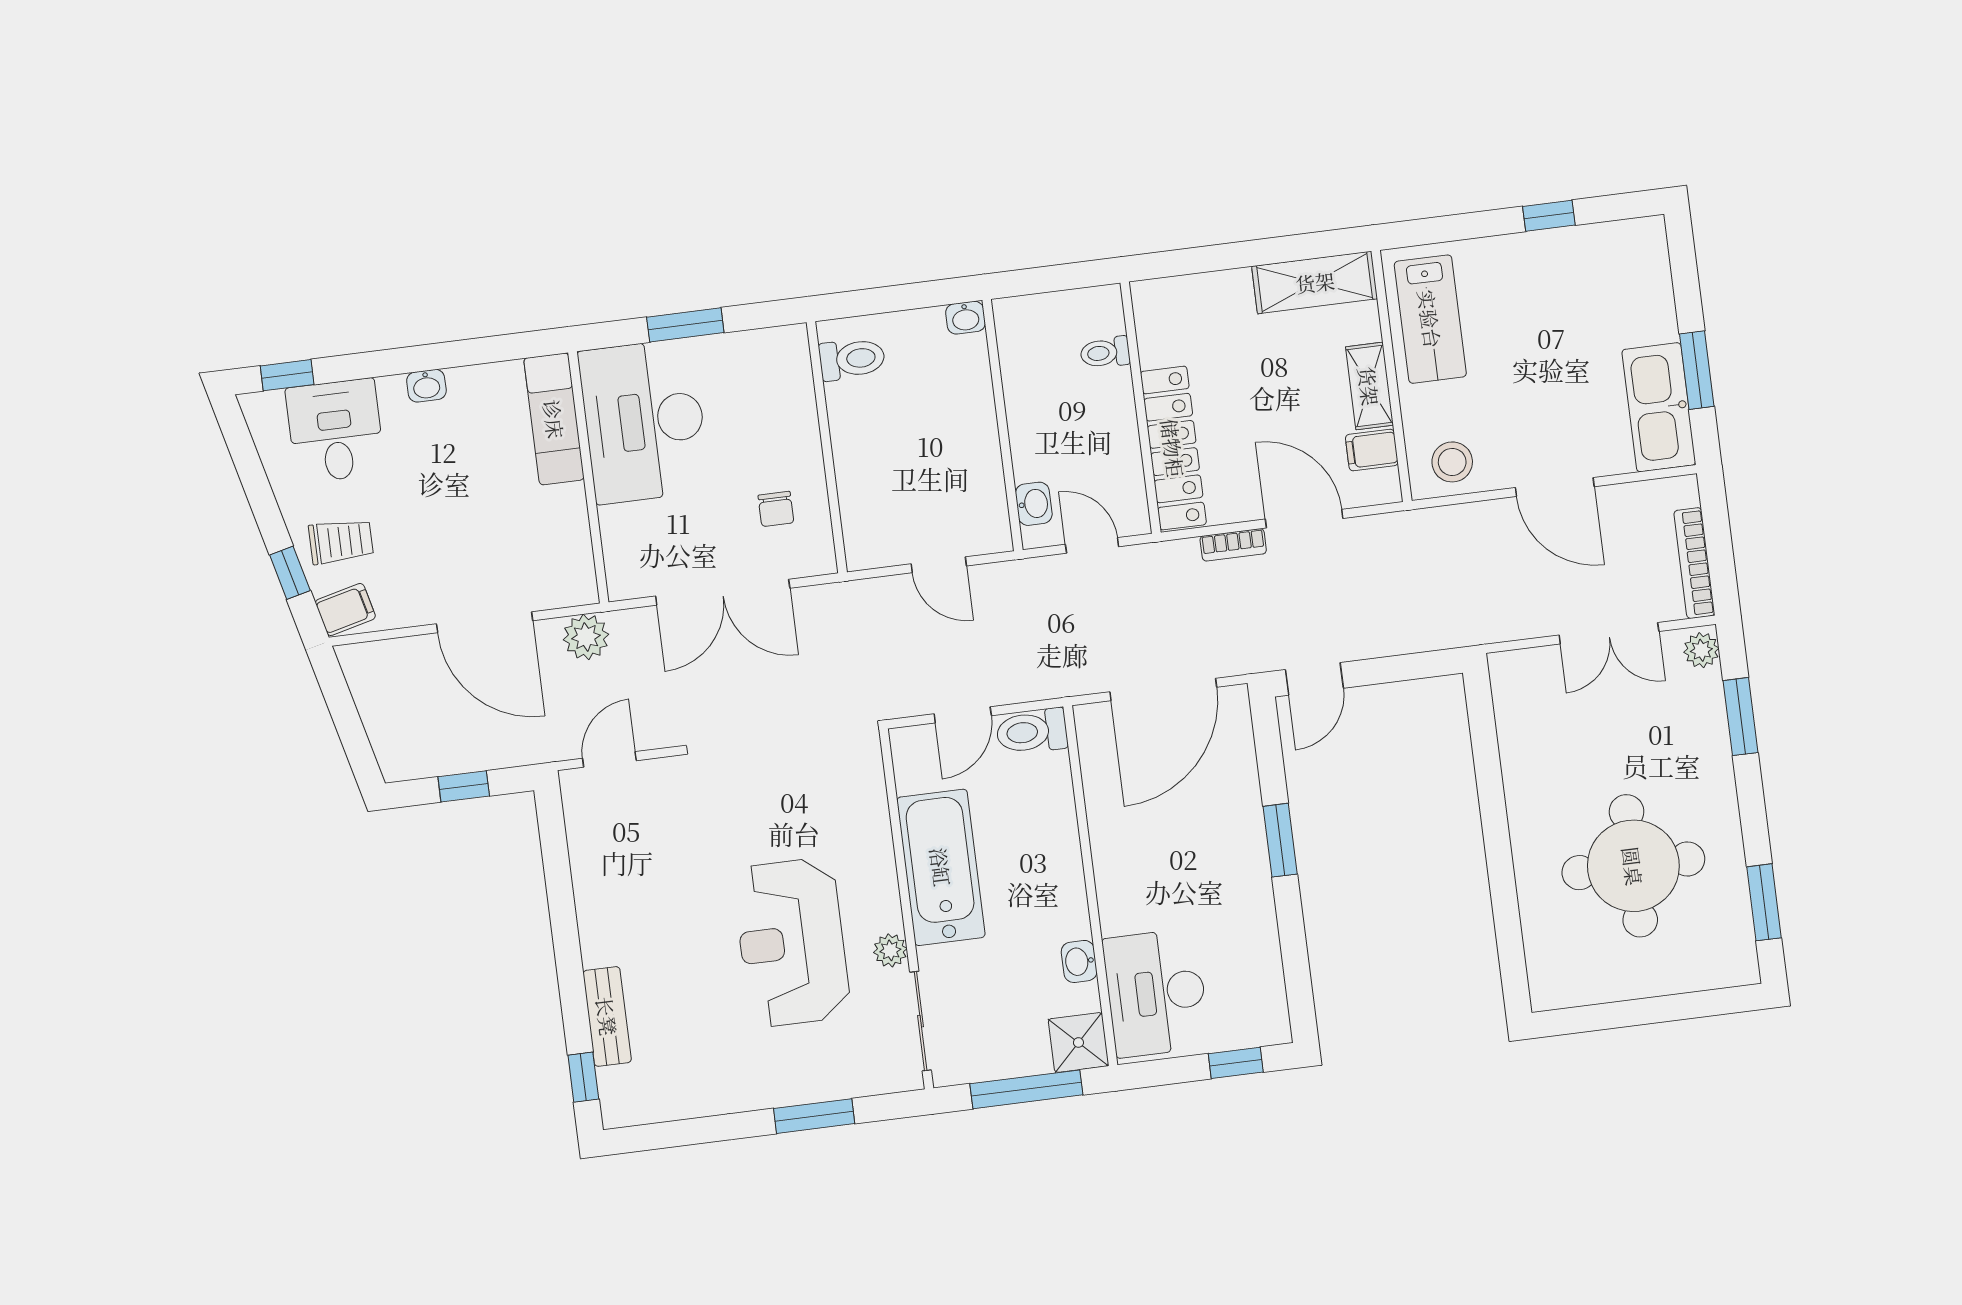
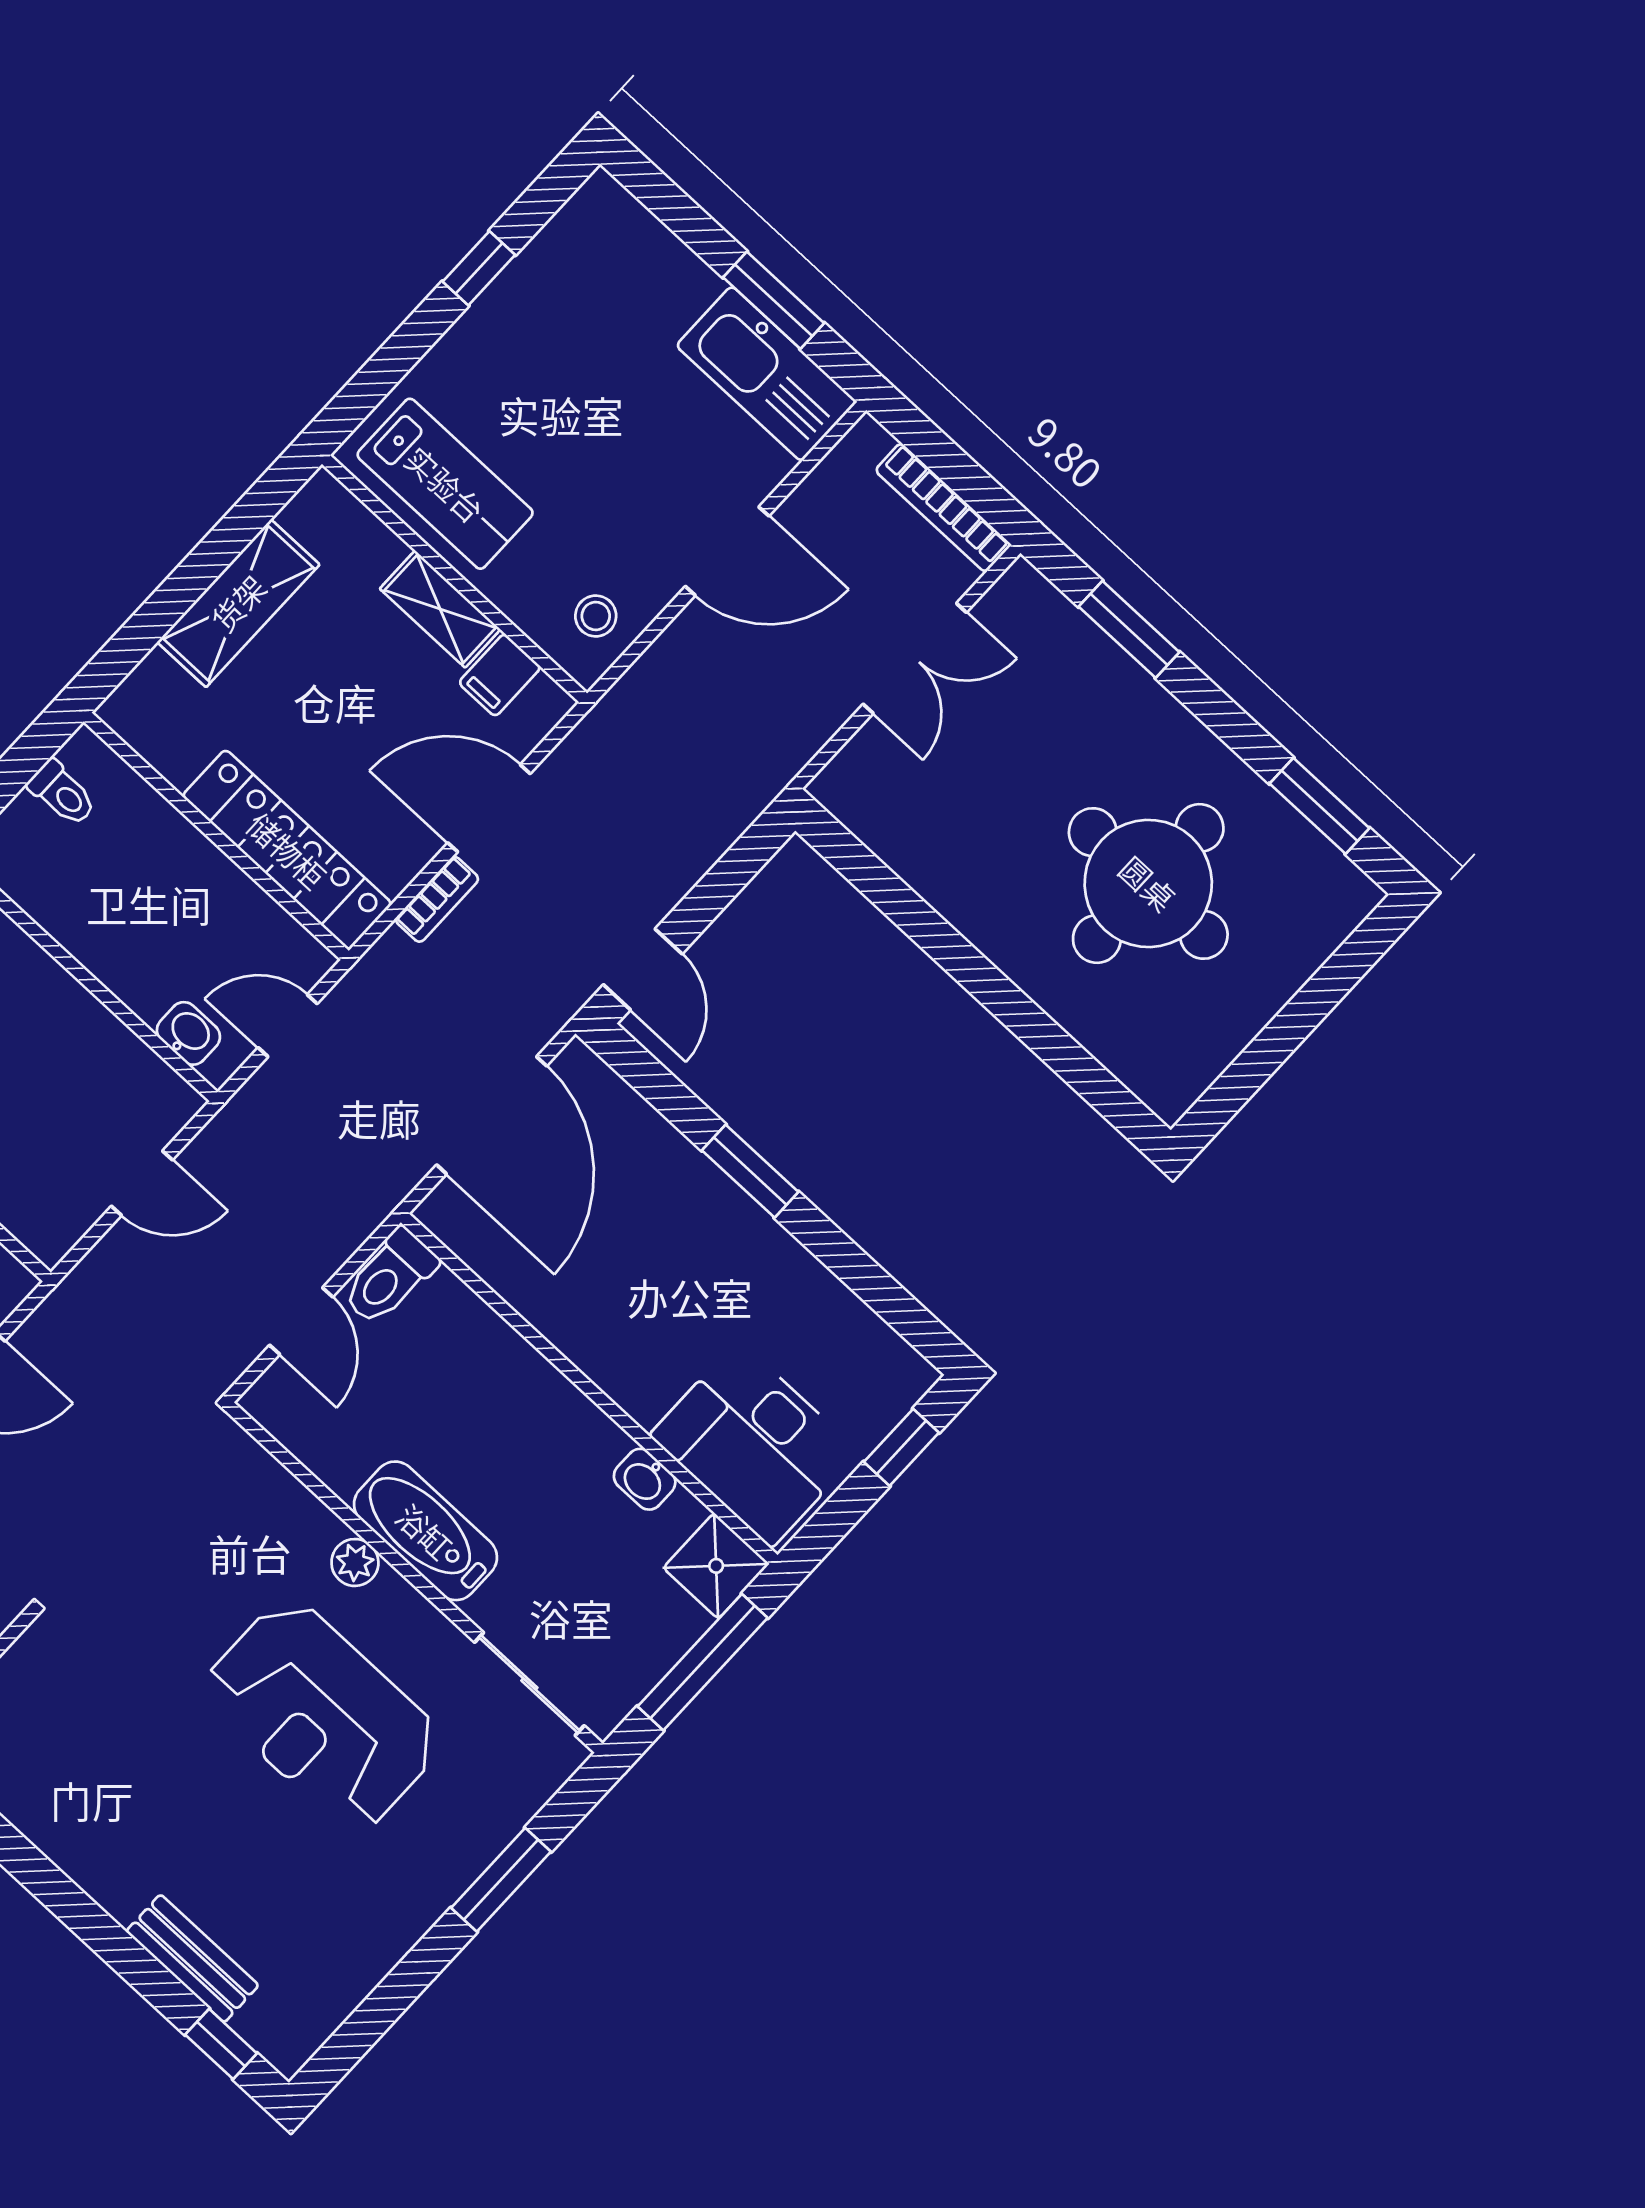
shelving: (1315, 282) -> (238, 603), moved
toilet: (1105, 353) -> (62, 793), moved, turned -90
stool: (1452, 462) -> (596, 616), width x0.73, depth x0.73
plant: (1701, 650) -> (1028, 594), removed
bathtub: (941, 867) -> (425, 1531), width x0.73, depth x0.73
plant: (890, 950) -> (355, 1562), moved

